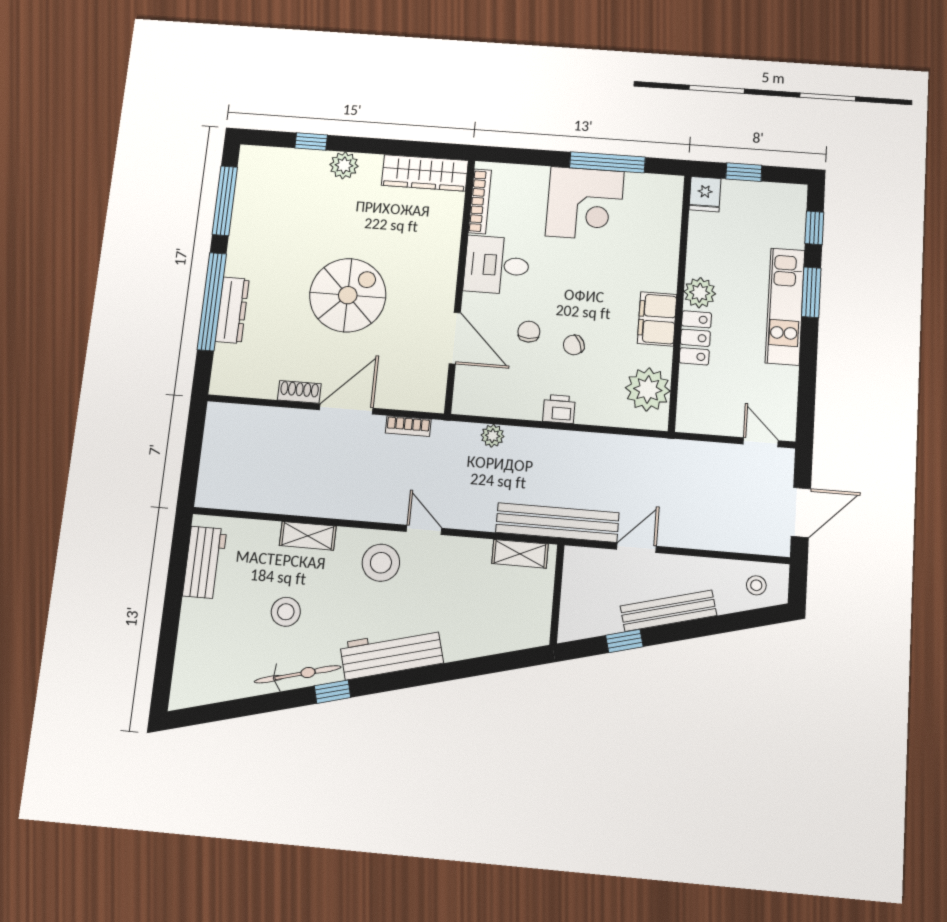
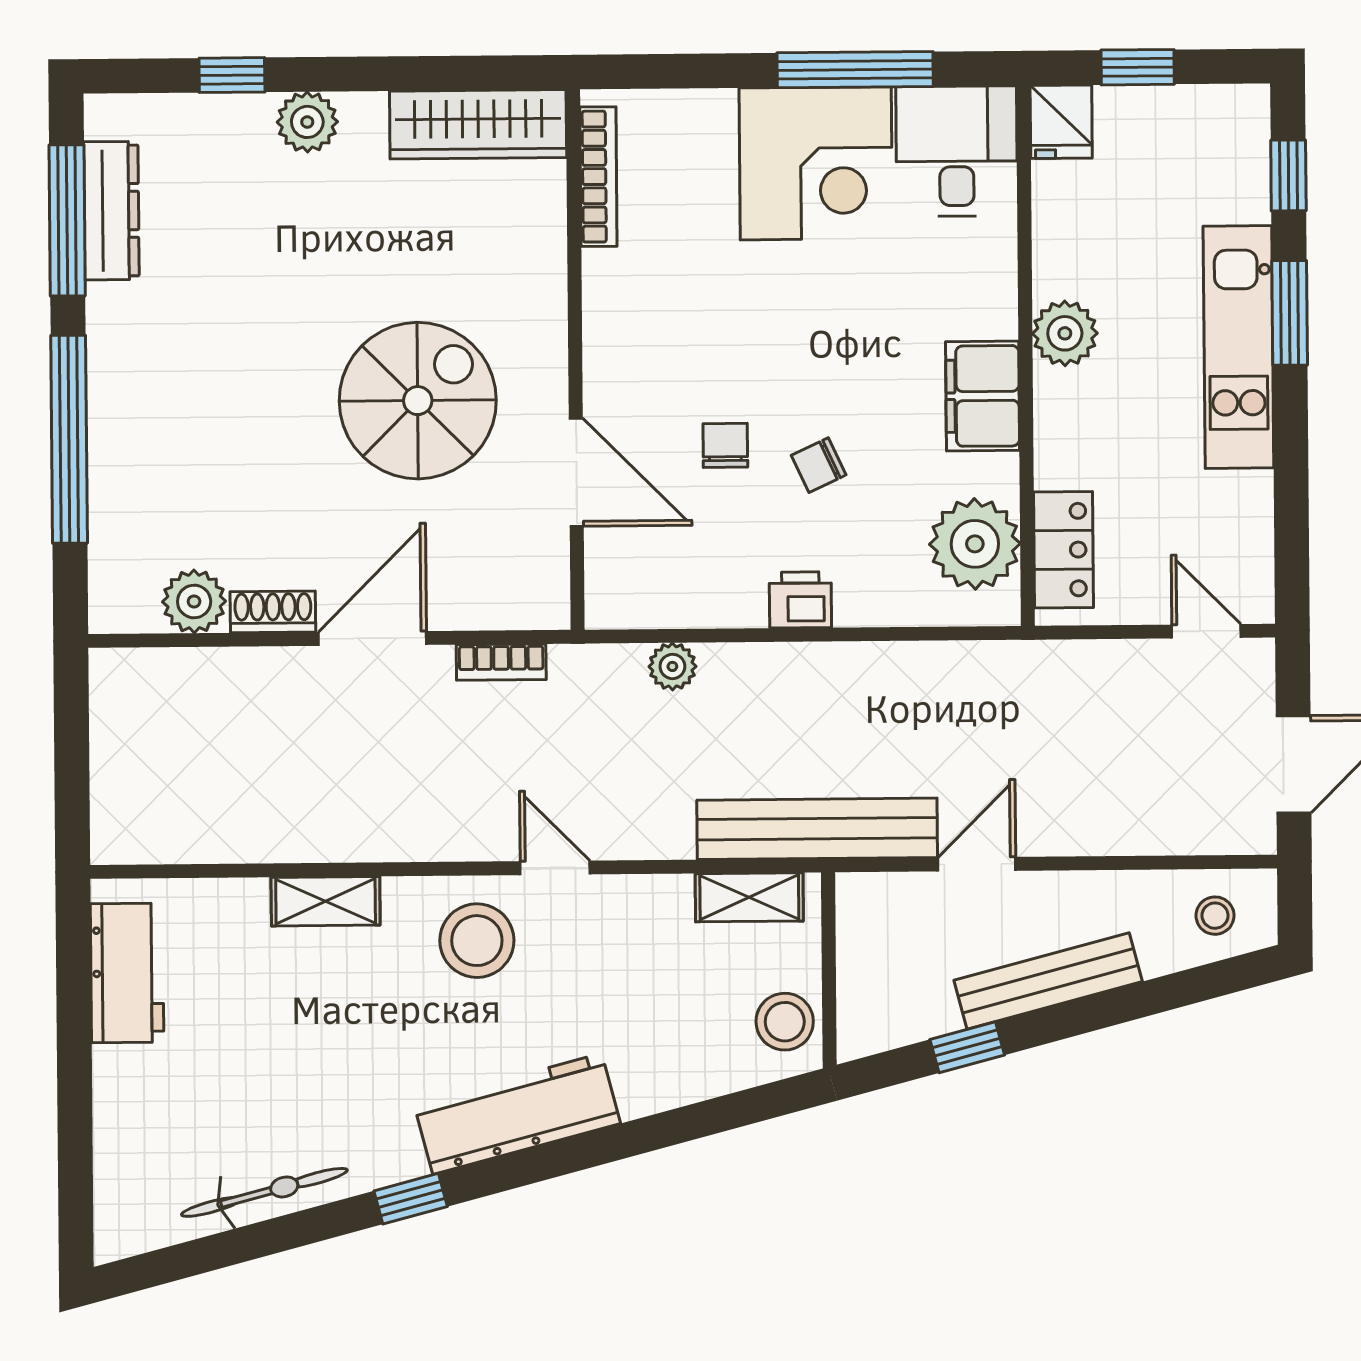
desk: (497, 265) -> (957, 151), moved, turned 90
spiral stairs: (348, 295) -> (418, 401), moved
dresser: (232, 310) -> (111, 211), moved
locker: (695, 338) -> (1064, 550), moved
plant: (262, 383) -> (194, 601), added
stool: (286, 612) -> (785, 1022), moved
bicycle: (298, 674) -> (264, 1192), moved

